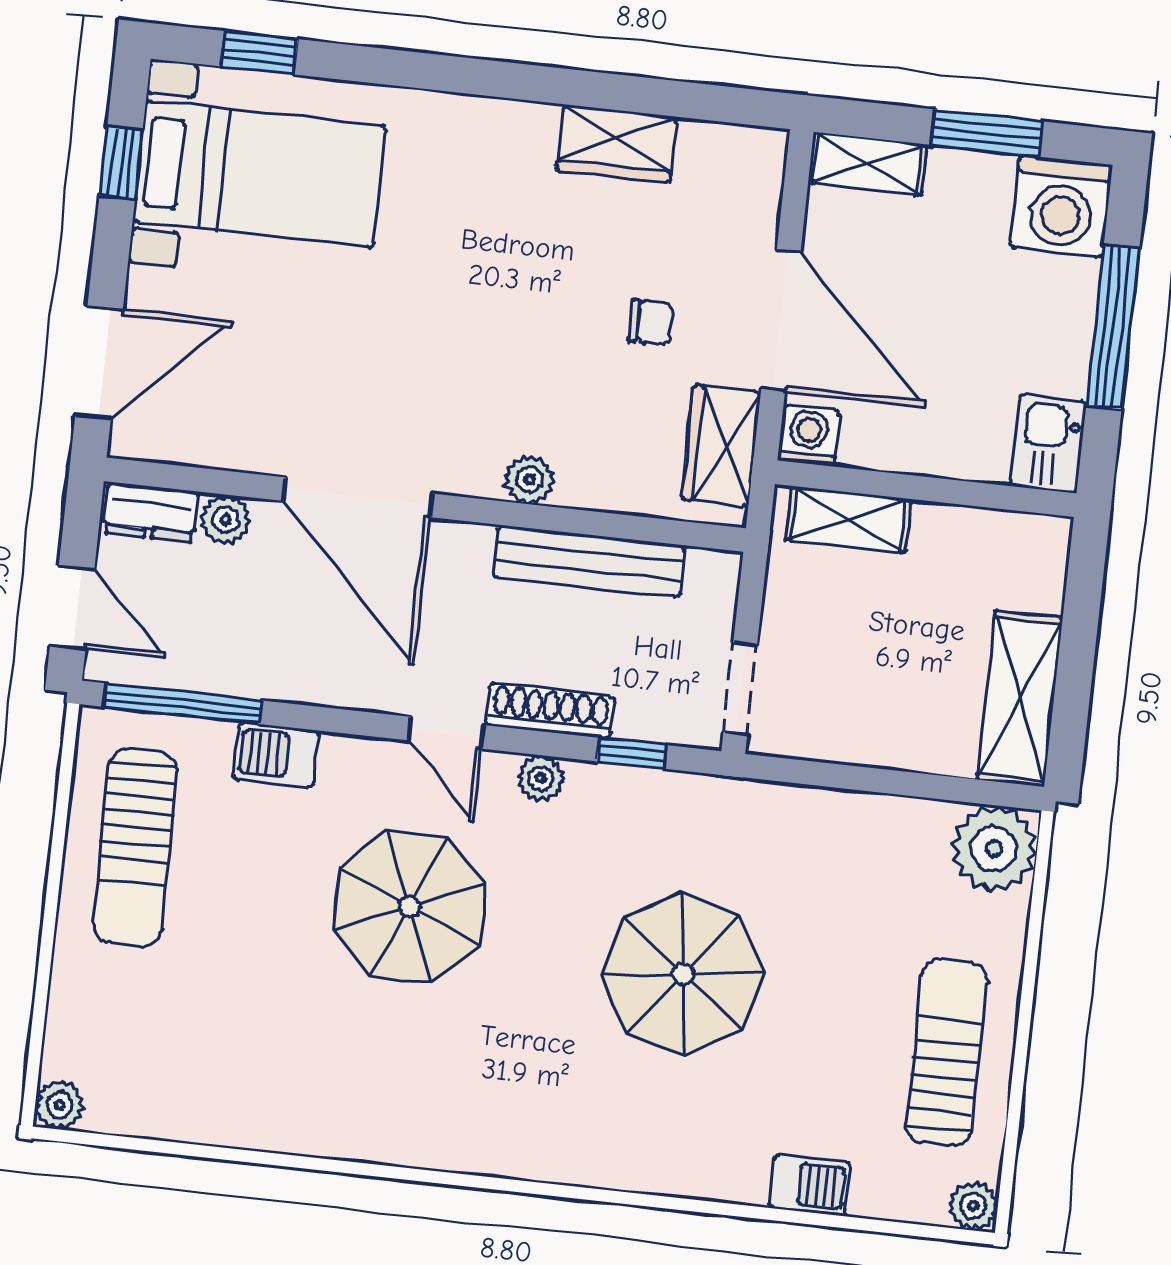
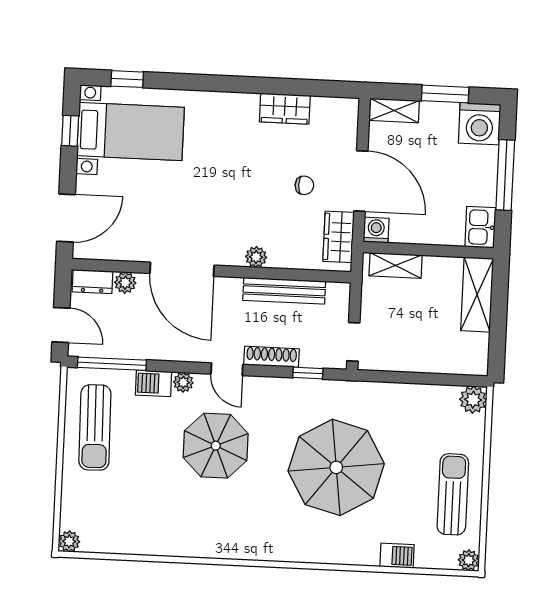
shelving: (1020, 699) -> (477, 295), moved
plant: (541, 778) -> (183, 382), moved
plant: (994, 848) -> (473, 400), width x0.73, depth x0.73
parasol: (683, 974) -> (336, 467), width x1.36, depth x1.36

